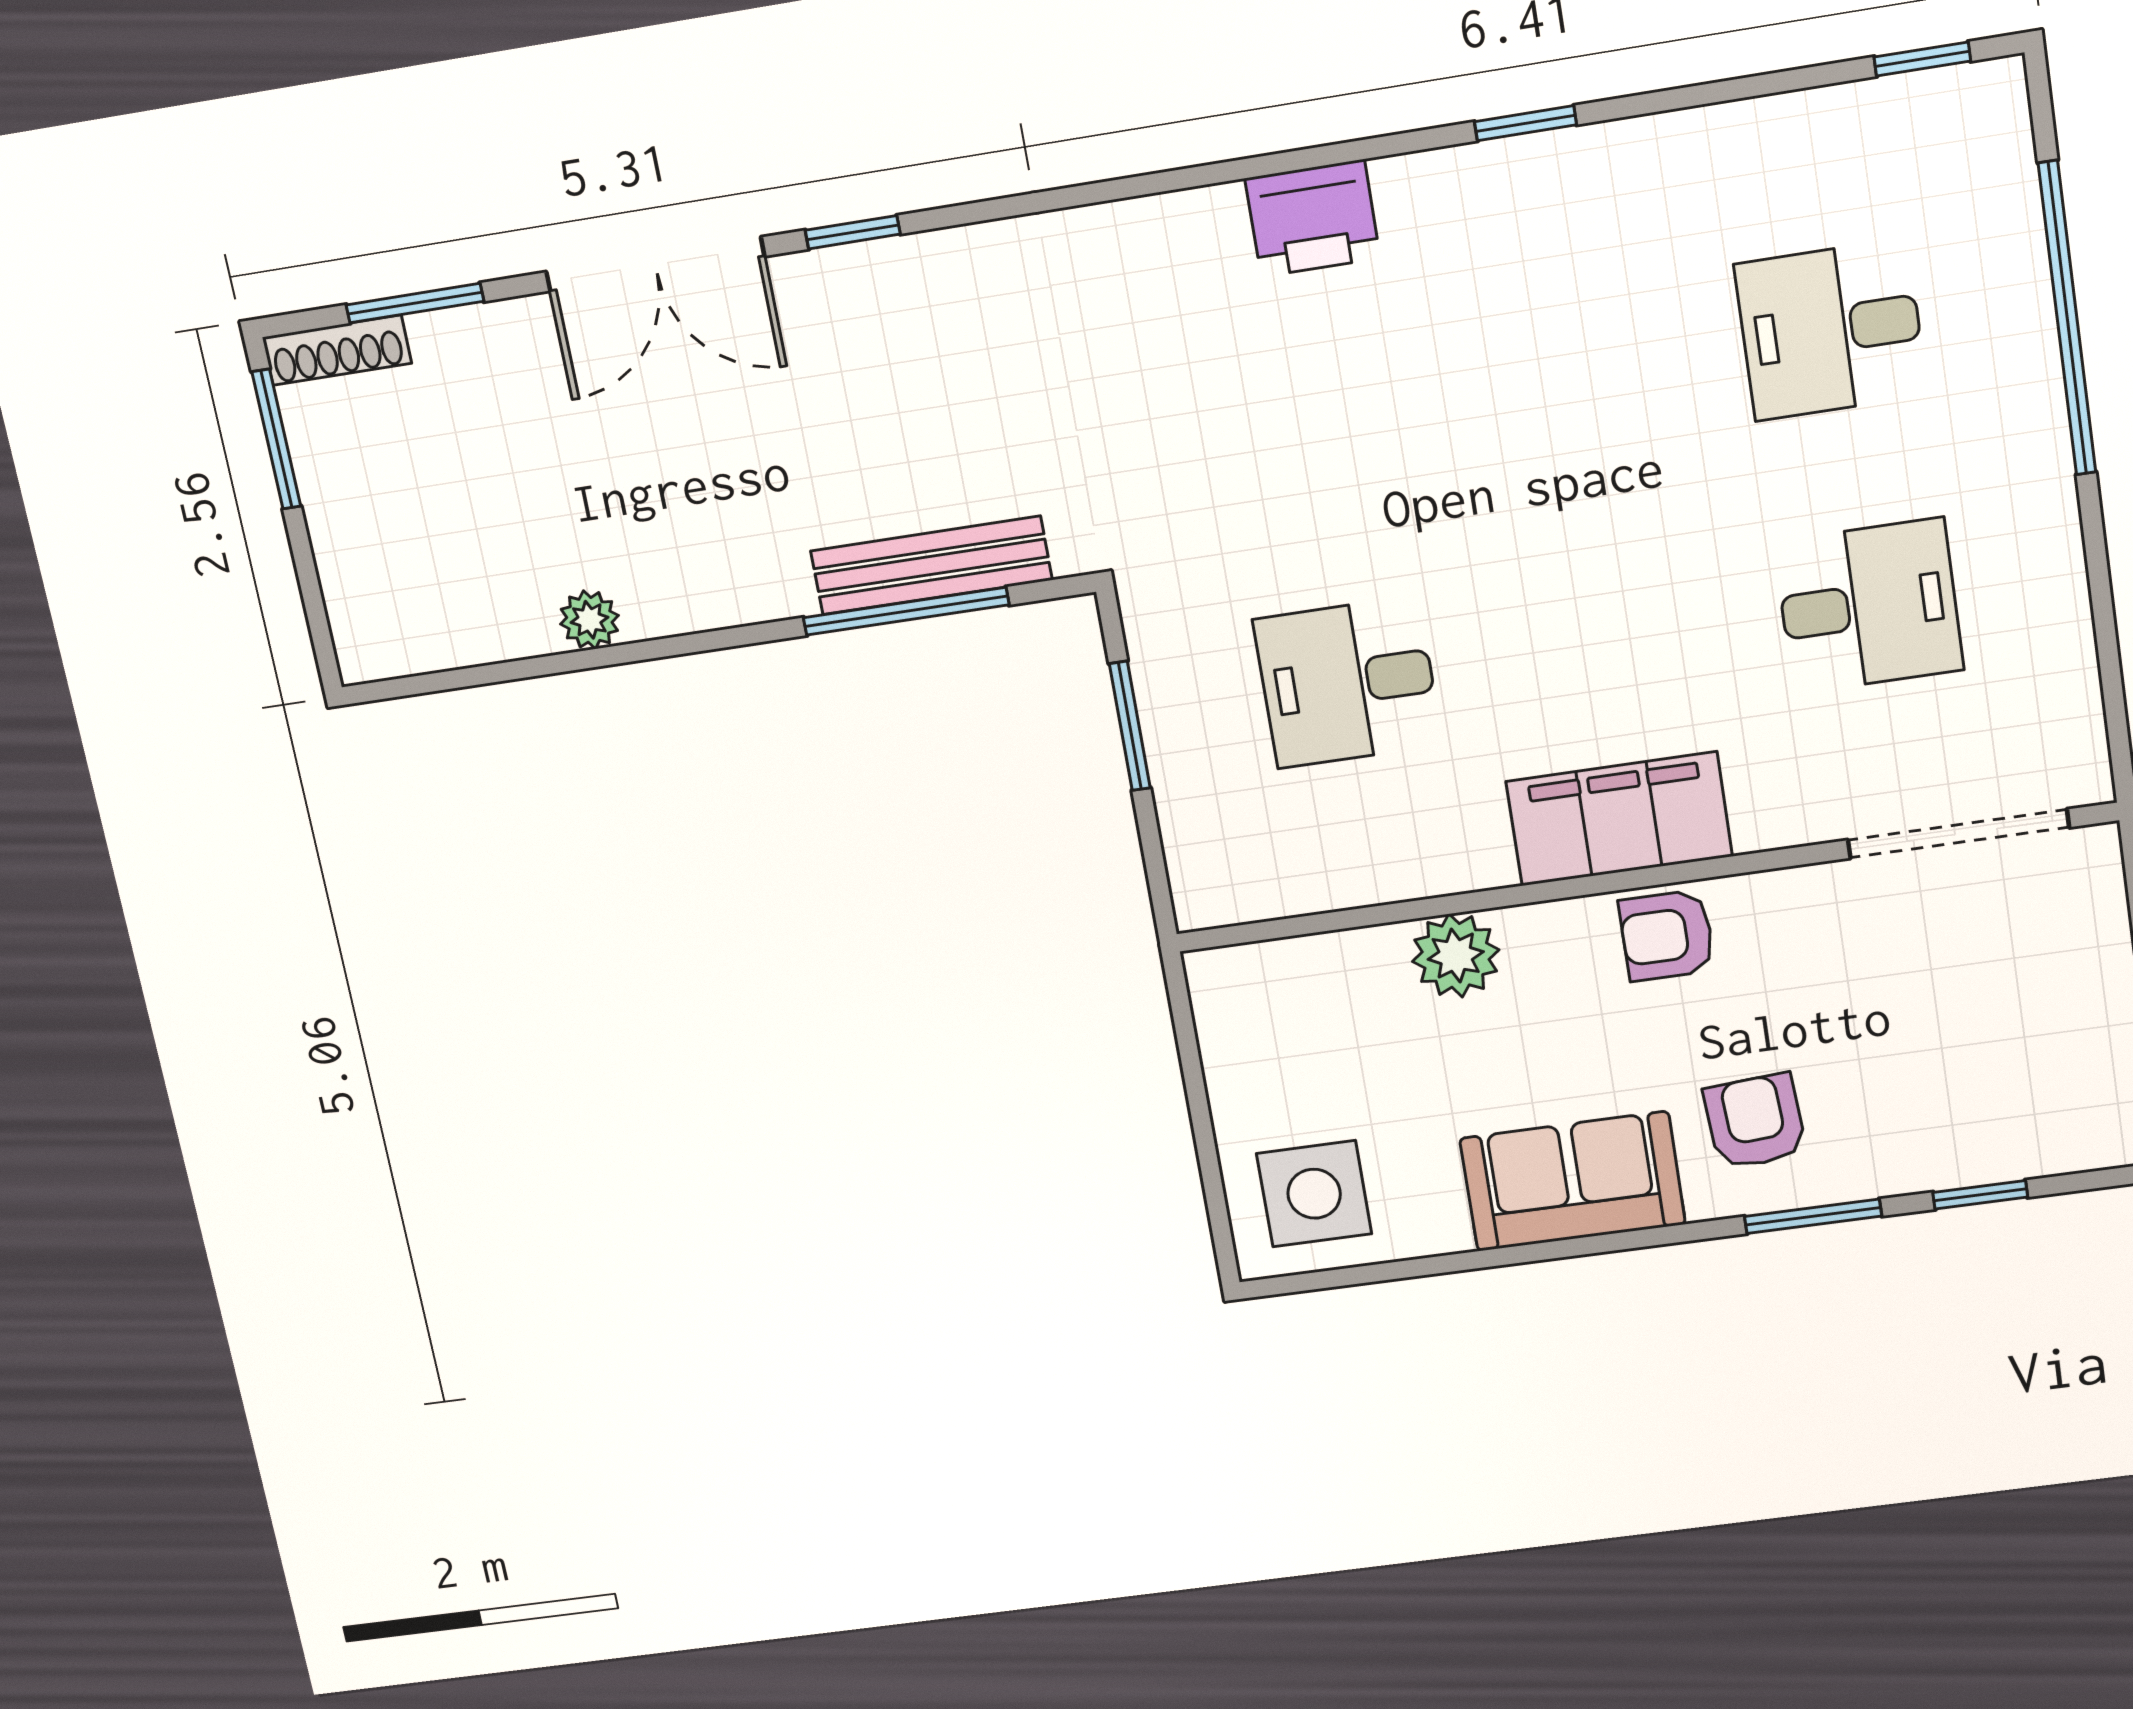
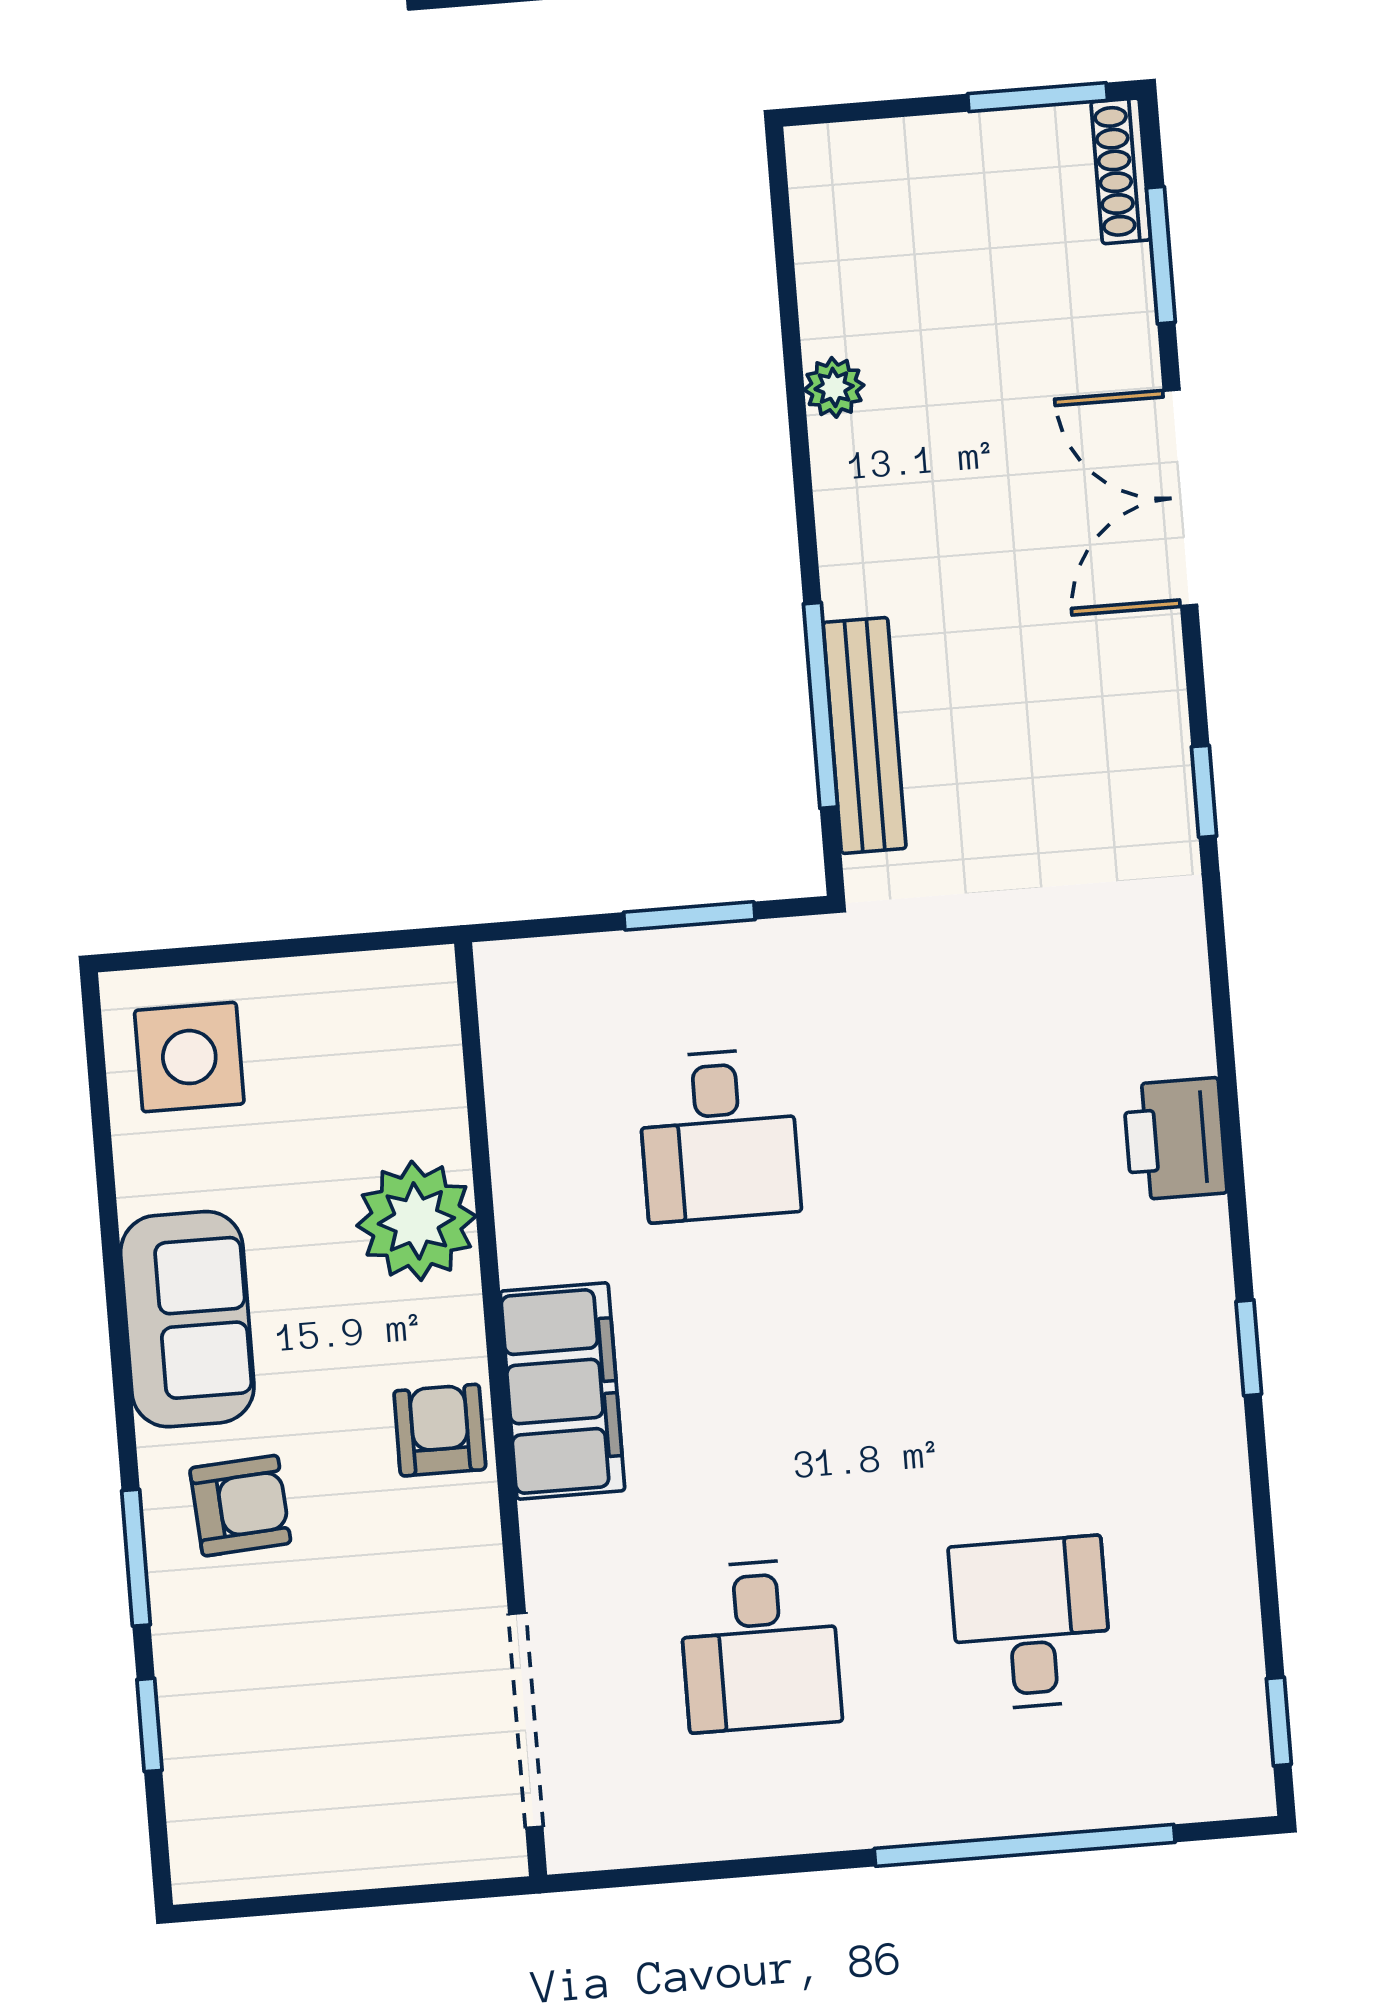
window: (853, 232) -> (1204, 791), moved
desk: (1348, 682) -> (719, 1135), turned 180
plant: (1456, 956) -> (416, 1221), width x1.36, depth x1.36

